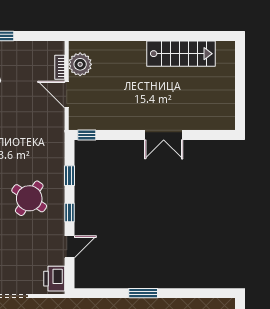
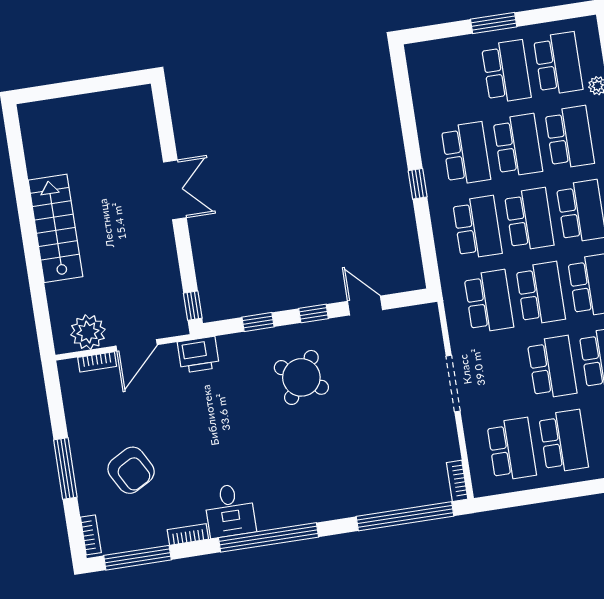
stairs: (181, 54) -> (55, 228), moved
printer: (54, 279) -> (198, 355), moved
window: (143, 293) -> (418, 184), width x0.67

